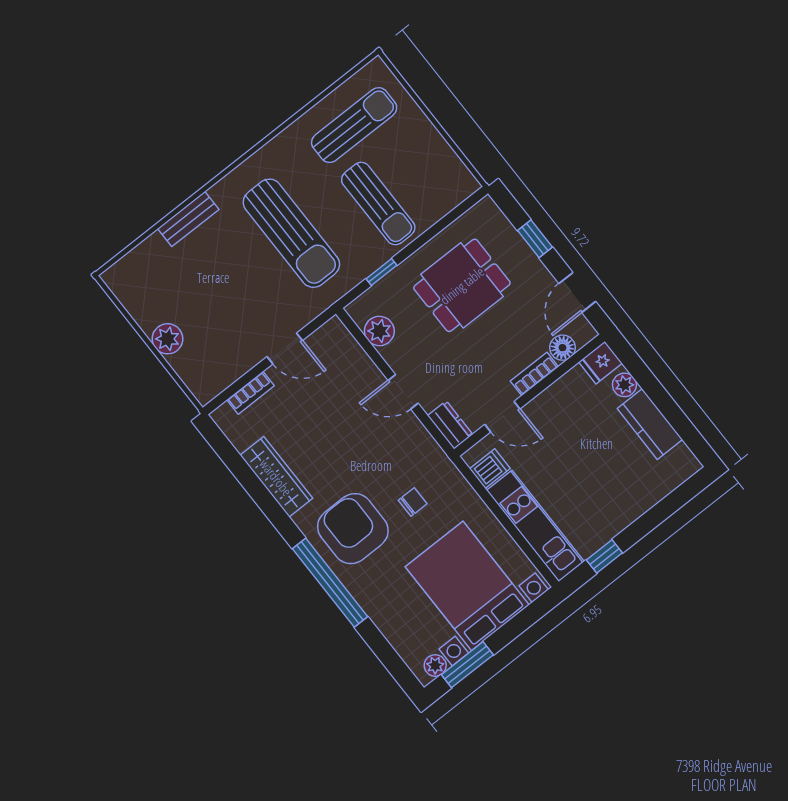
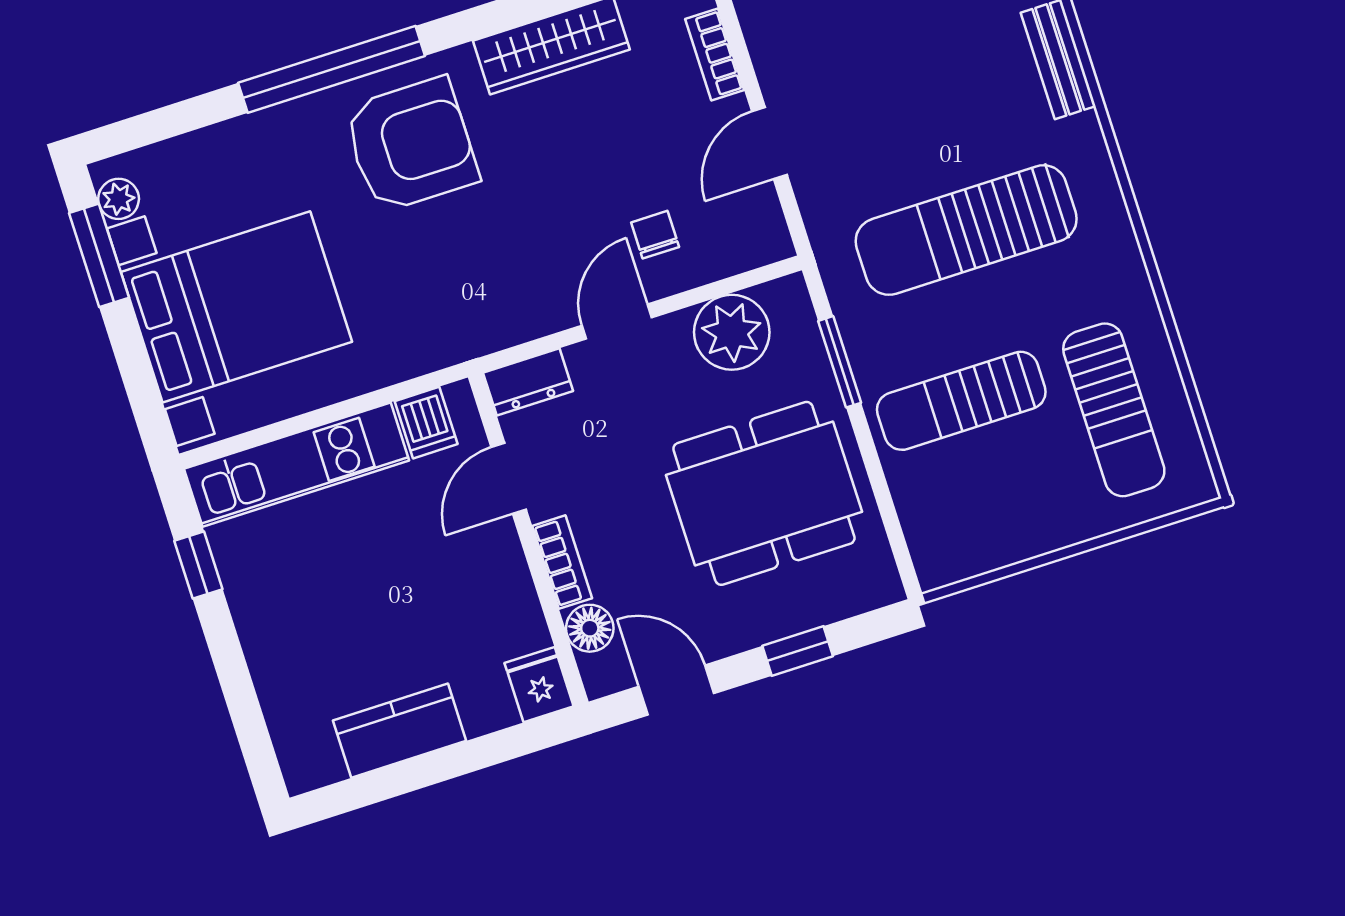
window: (381, 272) -> (840, 362), width x1.50
dining table: (462, 285) -> (764, 493), width x1.37
plant: (379, 331) -> (732, 332), width x1.36, depth x1.36
plant: (624, 385) -> (484, 712), removed
chair: (413, 502) -> (655, 235), moved, turned 180

